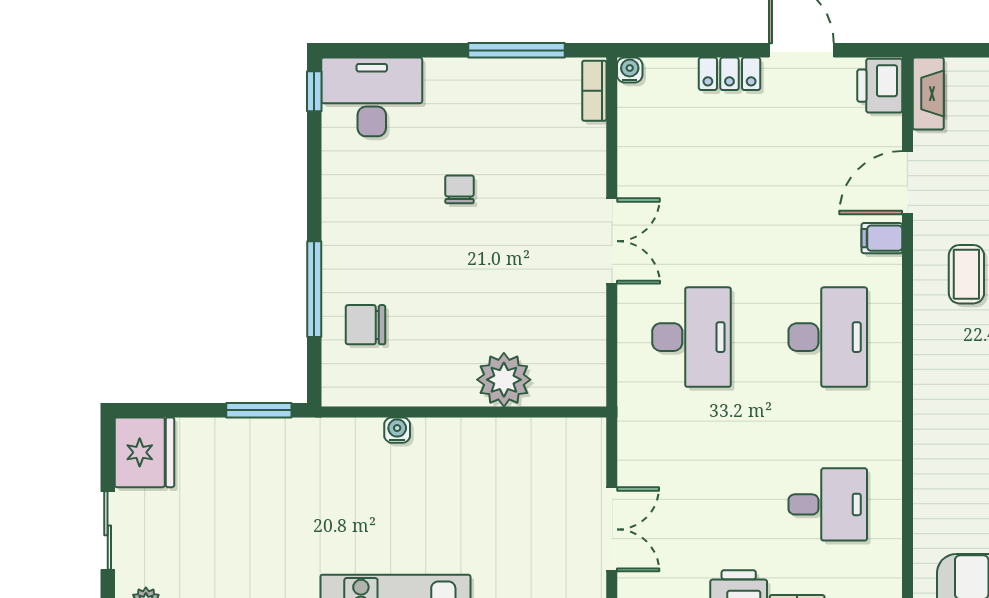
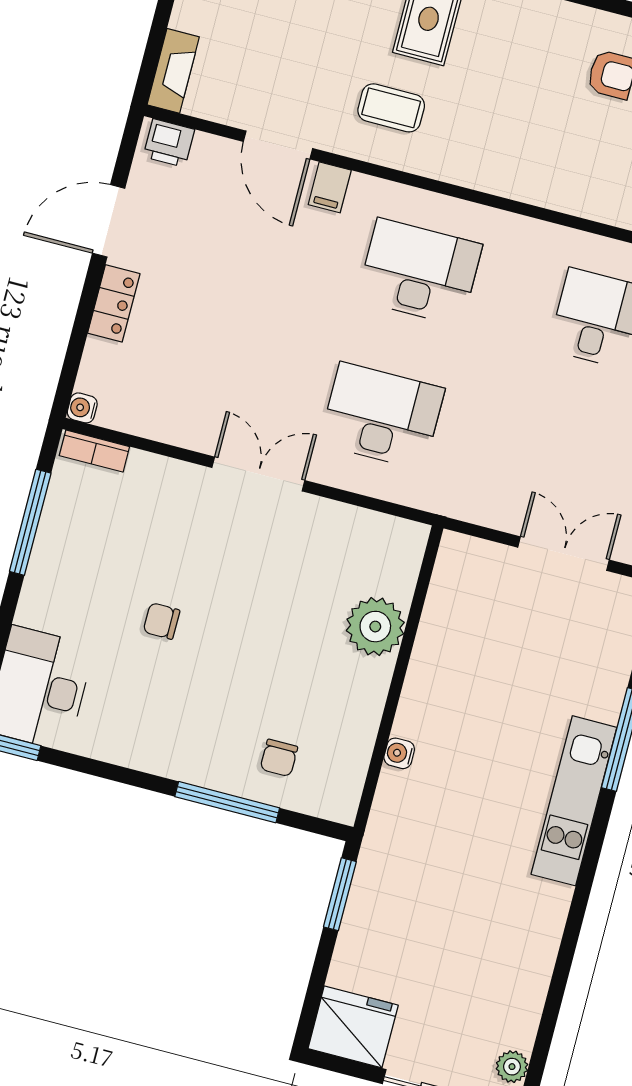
printer: (880, 86) -> (169, 143), width x0.73, depth x0.81
fireplace: (928, 94) -> (173, 71), moved, turned 90
chair: (365, 325) -> (279, 758), width x0.73, depth x0.73

